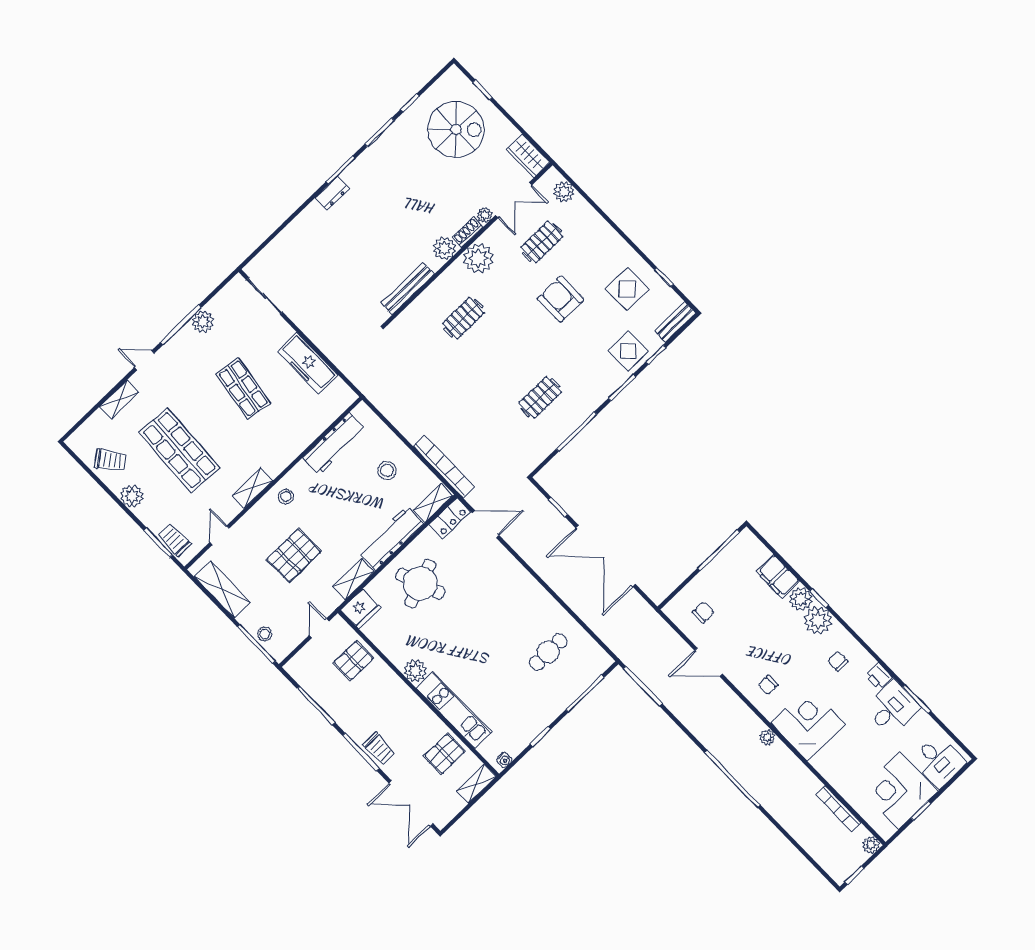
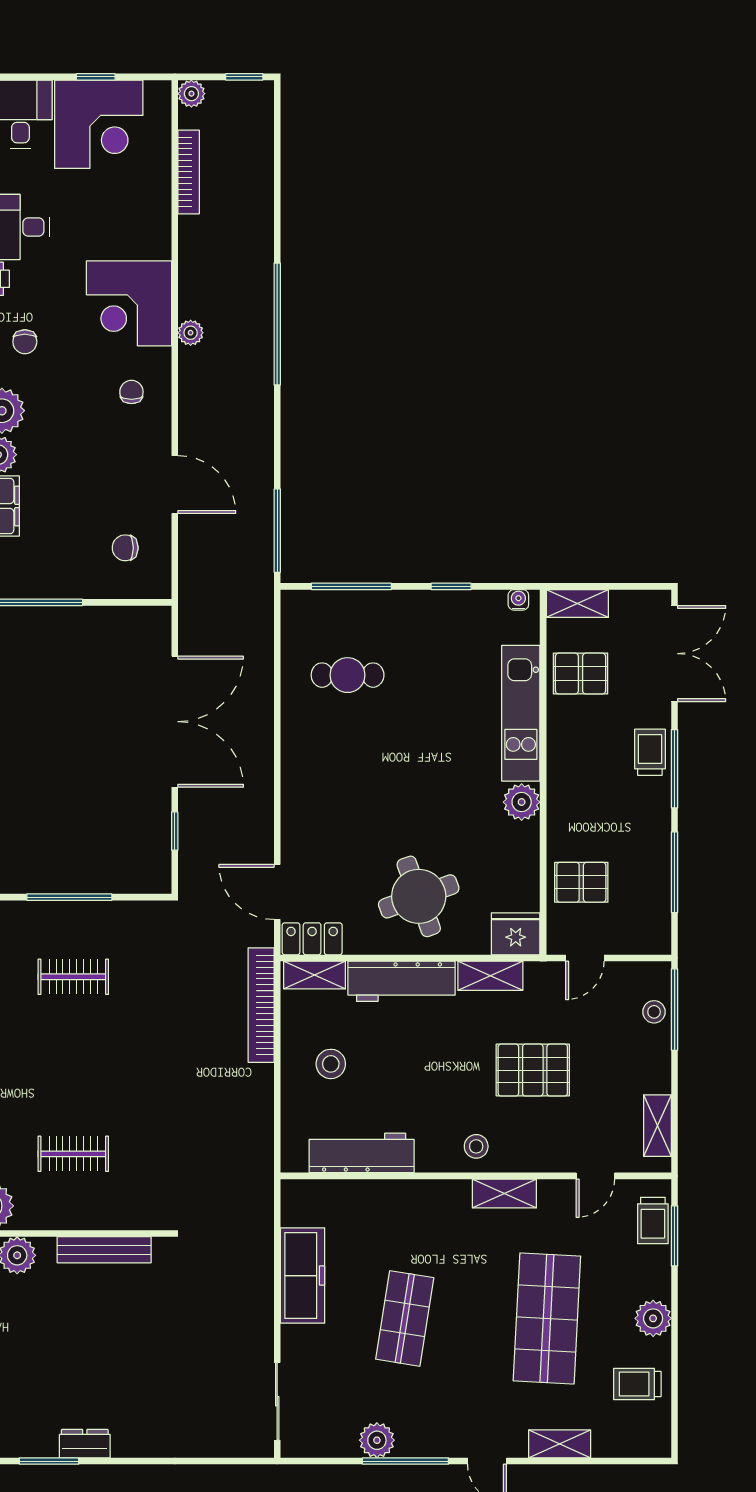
trolley: (110, 460) -> (637, 1384), turned -53
shelving: (222, 590) -> (657, 1126), width x0.67, depth x0.75
chair: (768, 685) -> (131, 392), turned -90

